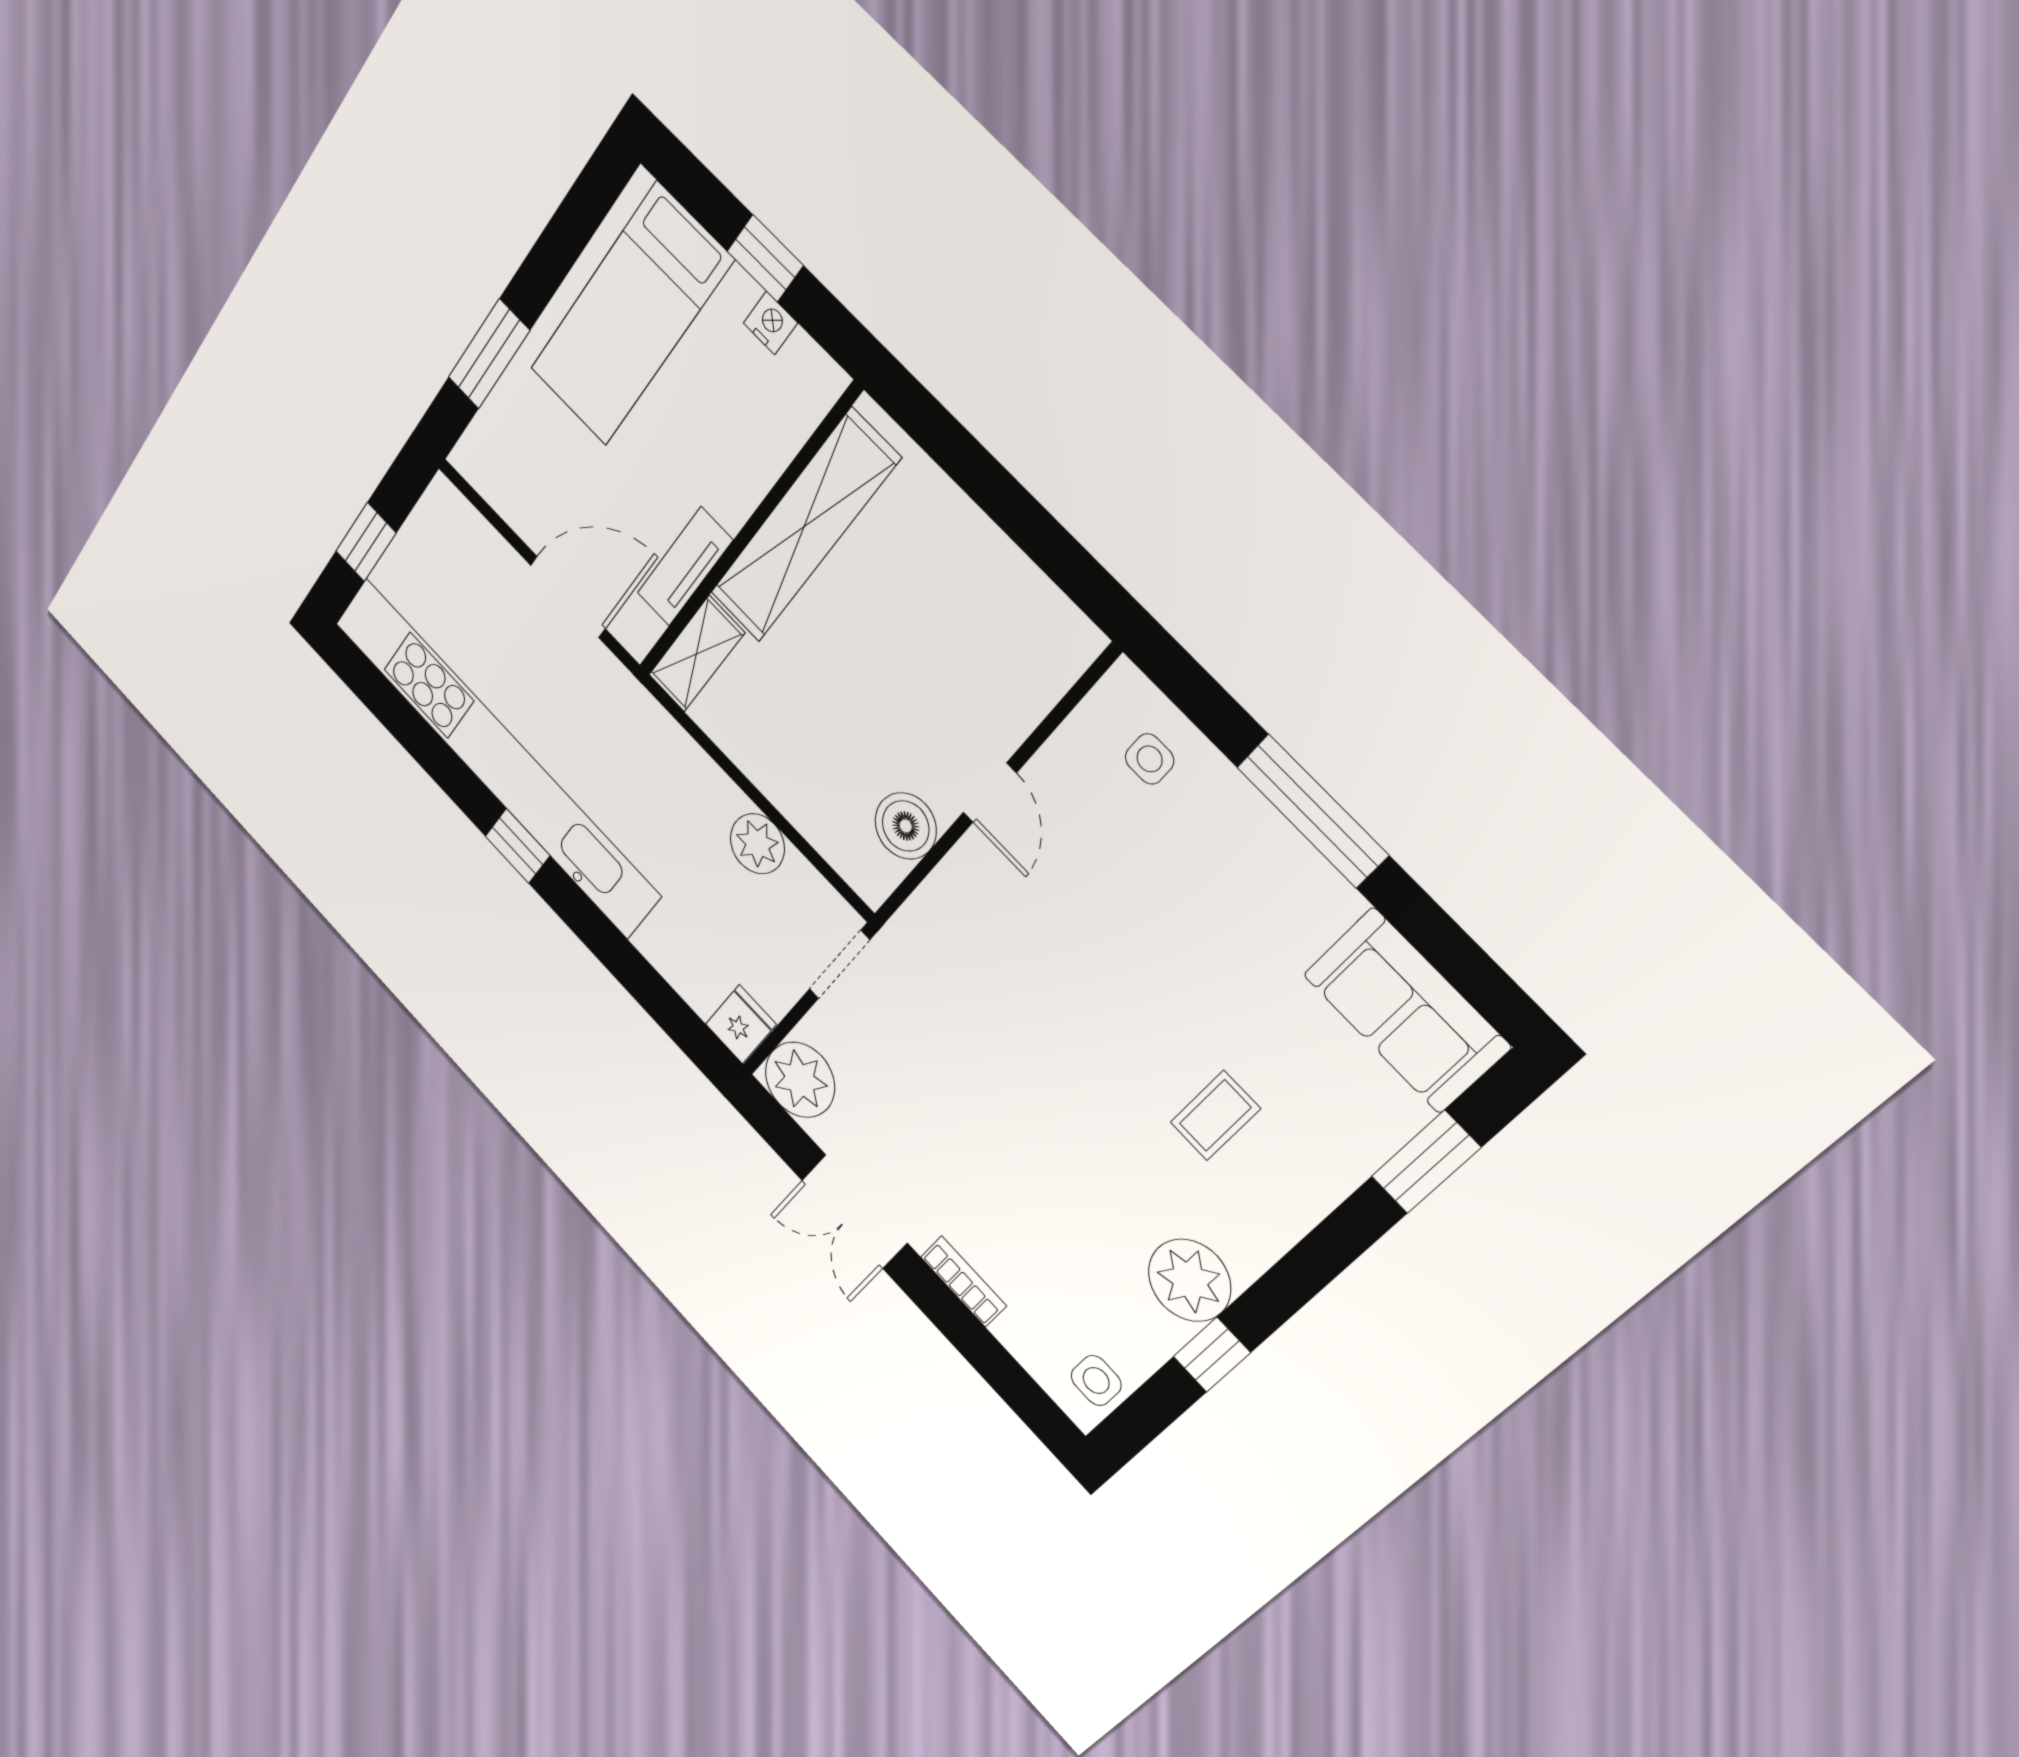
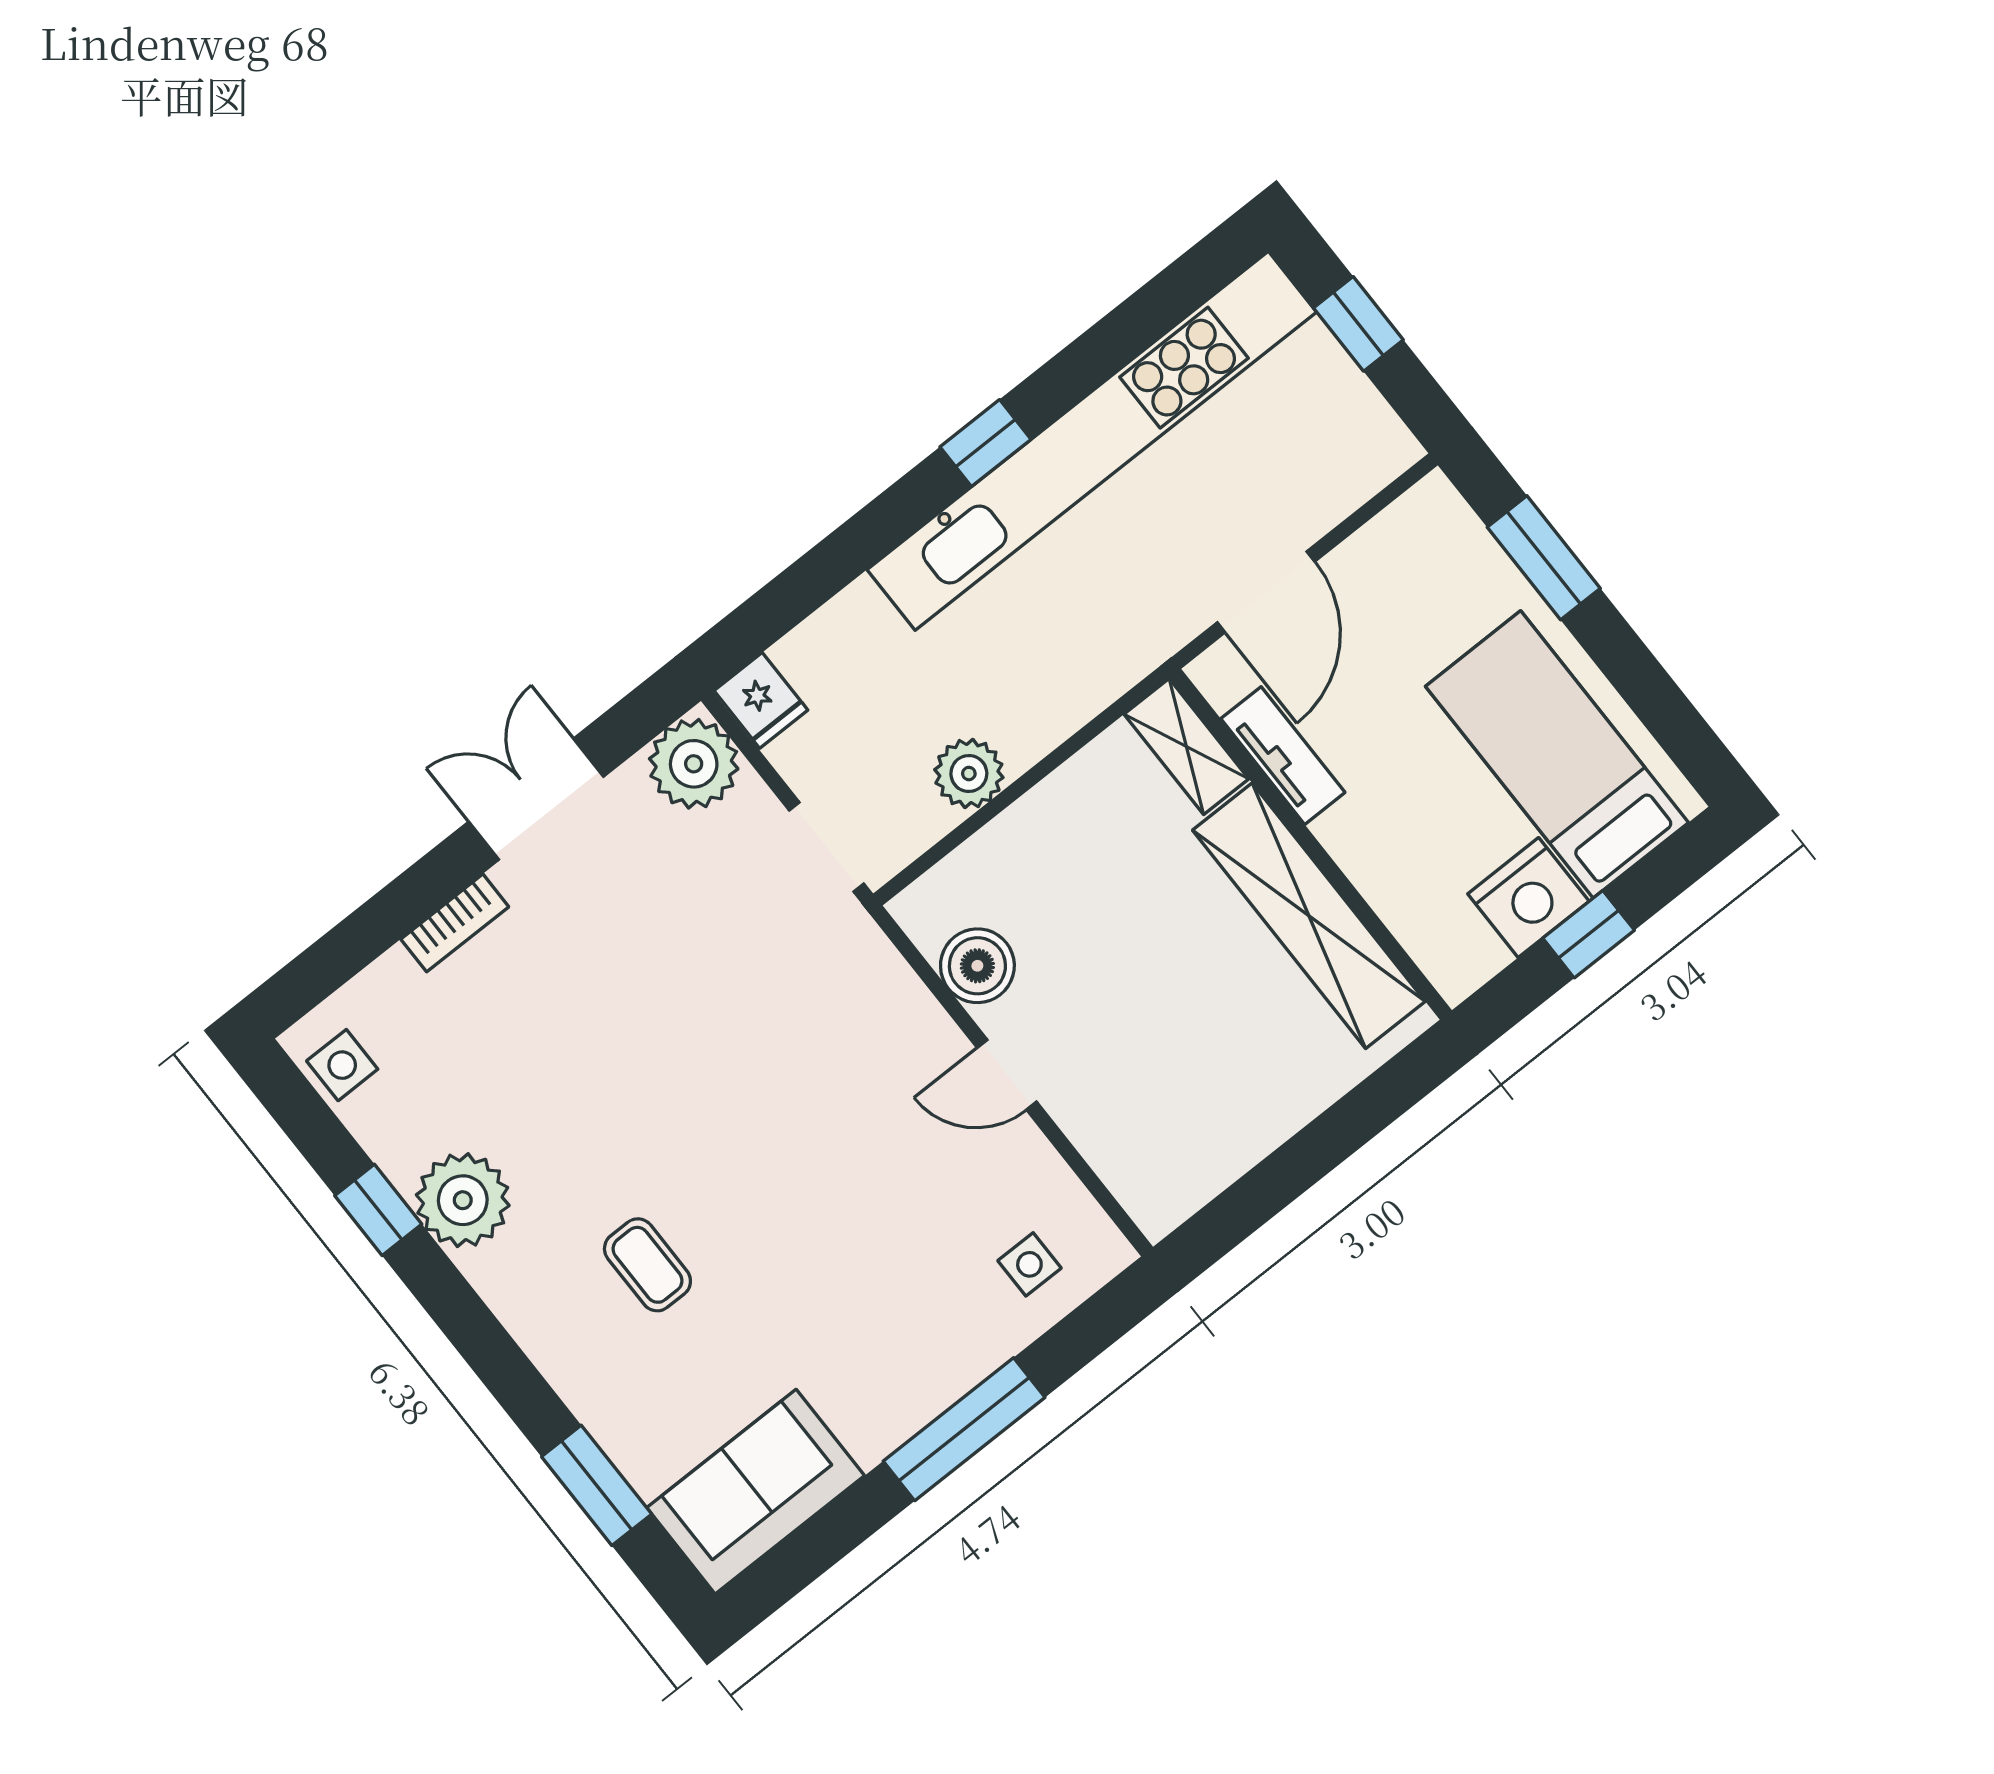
nightstand: (771, 323) -> (1528, 898), width x1.89, depth x1.79

